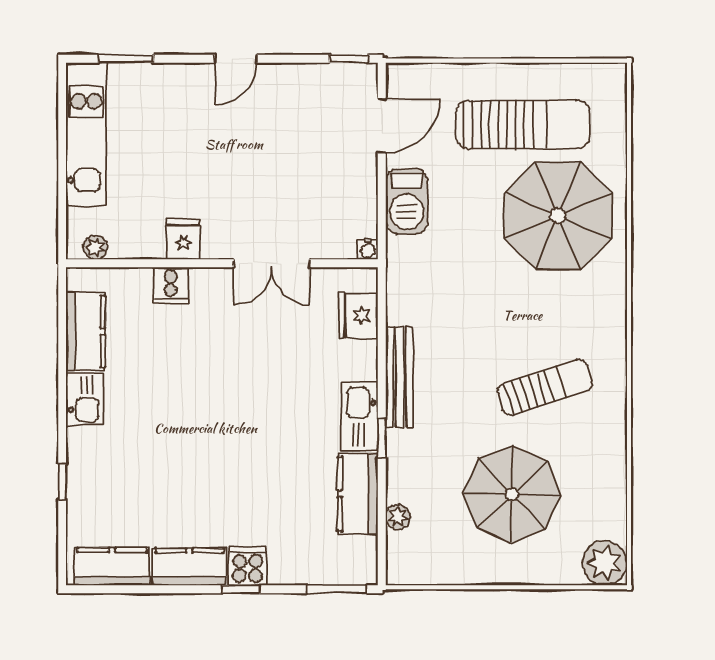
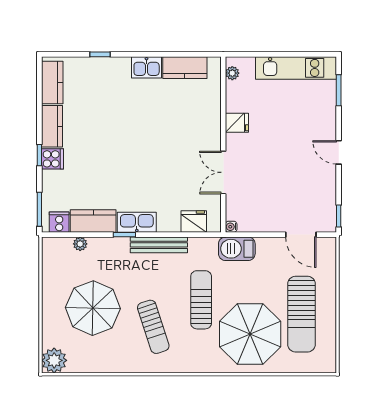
barbecue: (407, 201) -> (237, 249), moved
cooker: (171, 285) -> (59, 222), moved, turned 90
sun lounger: (497, 303) -> (201, 300), added

